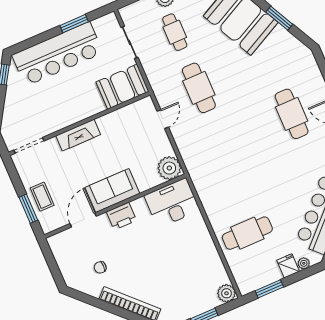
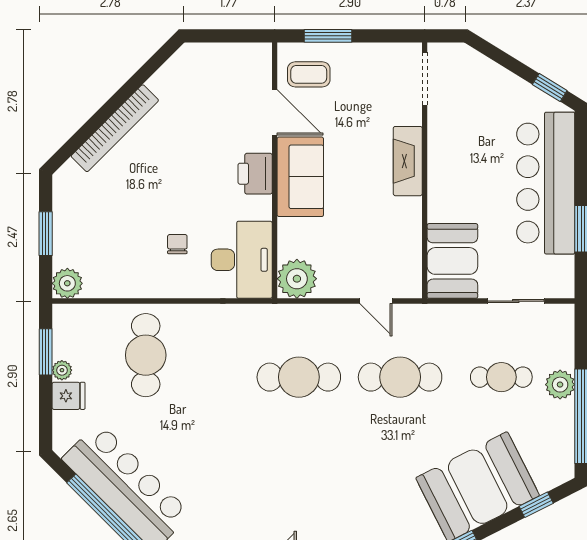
cafe table: (292, 114) -> (299, 377), moved
coffee table: (42, 197) -> (309, 74), moved
plant: (304, 263) -> (62, 370), moved
chair: (100, 267) -> (177, 244), moved

